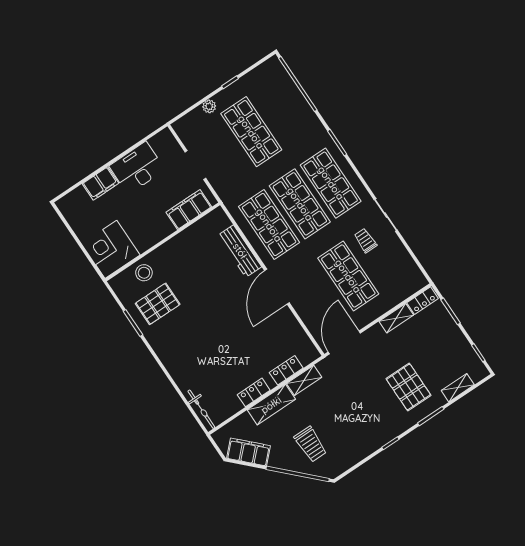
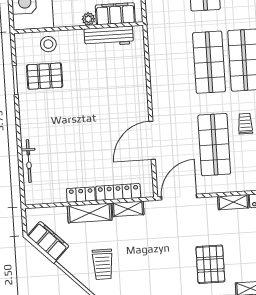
shop shelf: (269, 225) -> (174, 64), removed
plant: (167, 229) -> (88, 19), added
workbench: (240, 251) -> (109, 36), moved, turned -90
door: (277, 287) -> (152, 140), moved
locker: (286, 370) -> (118, 192), width x1.53
bicycle: (201, 409) -> (29, 161), moved

